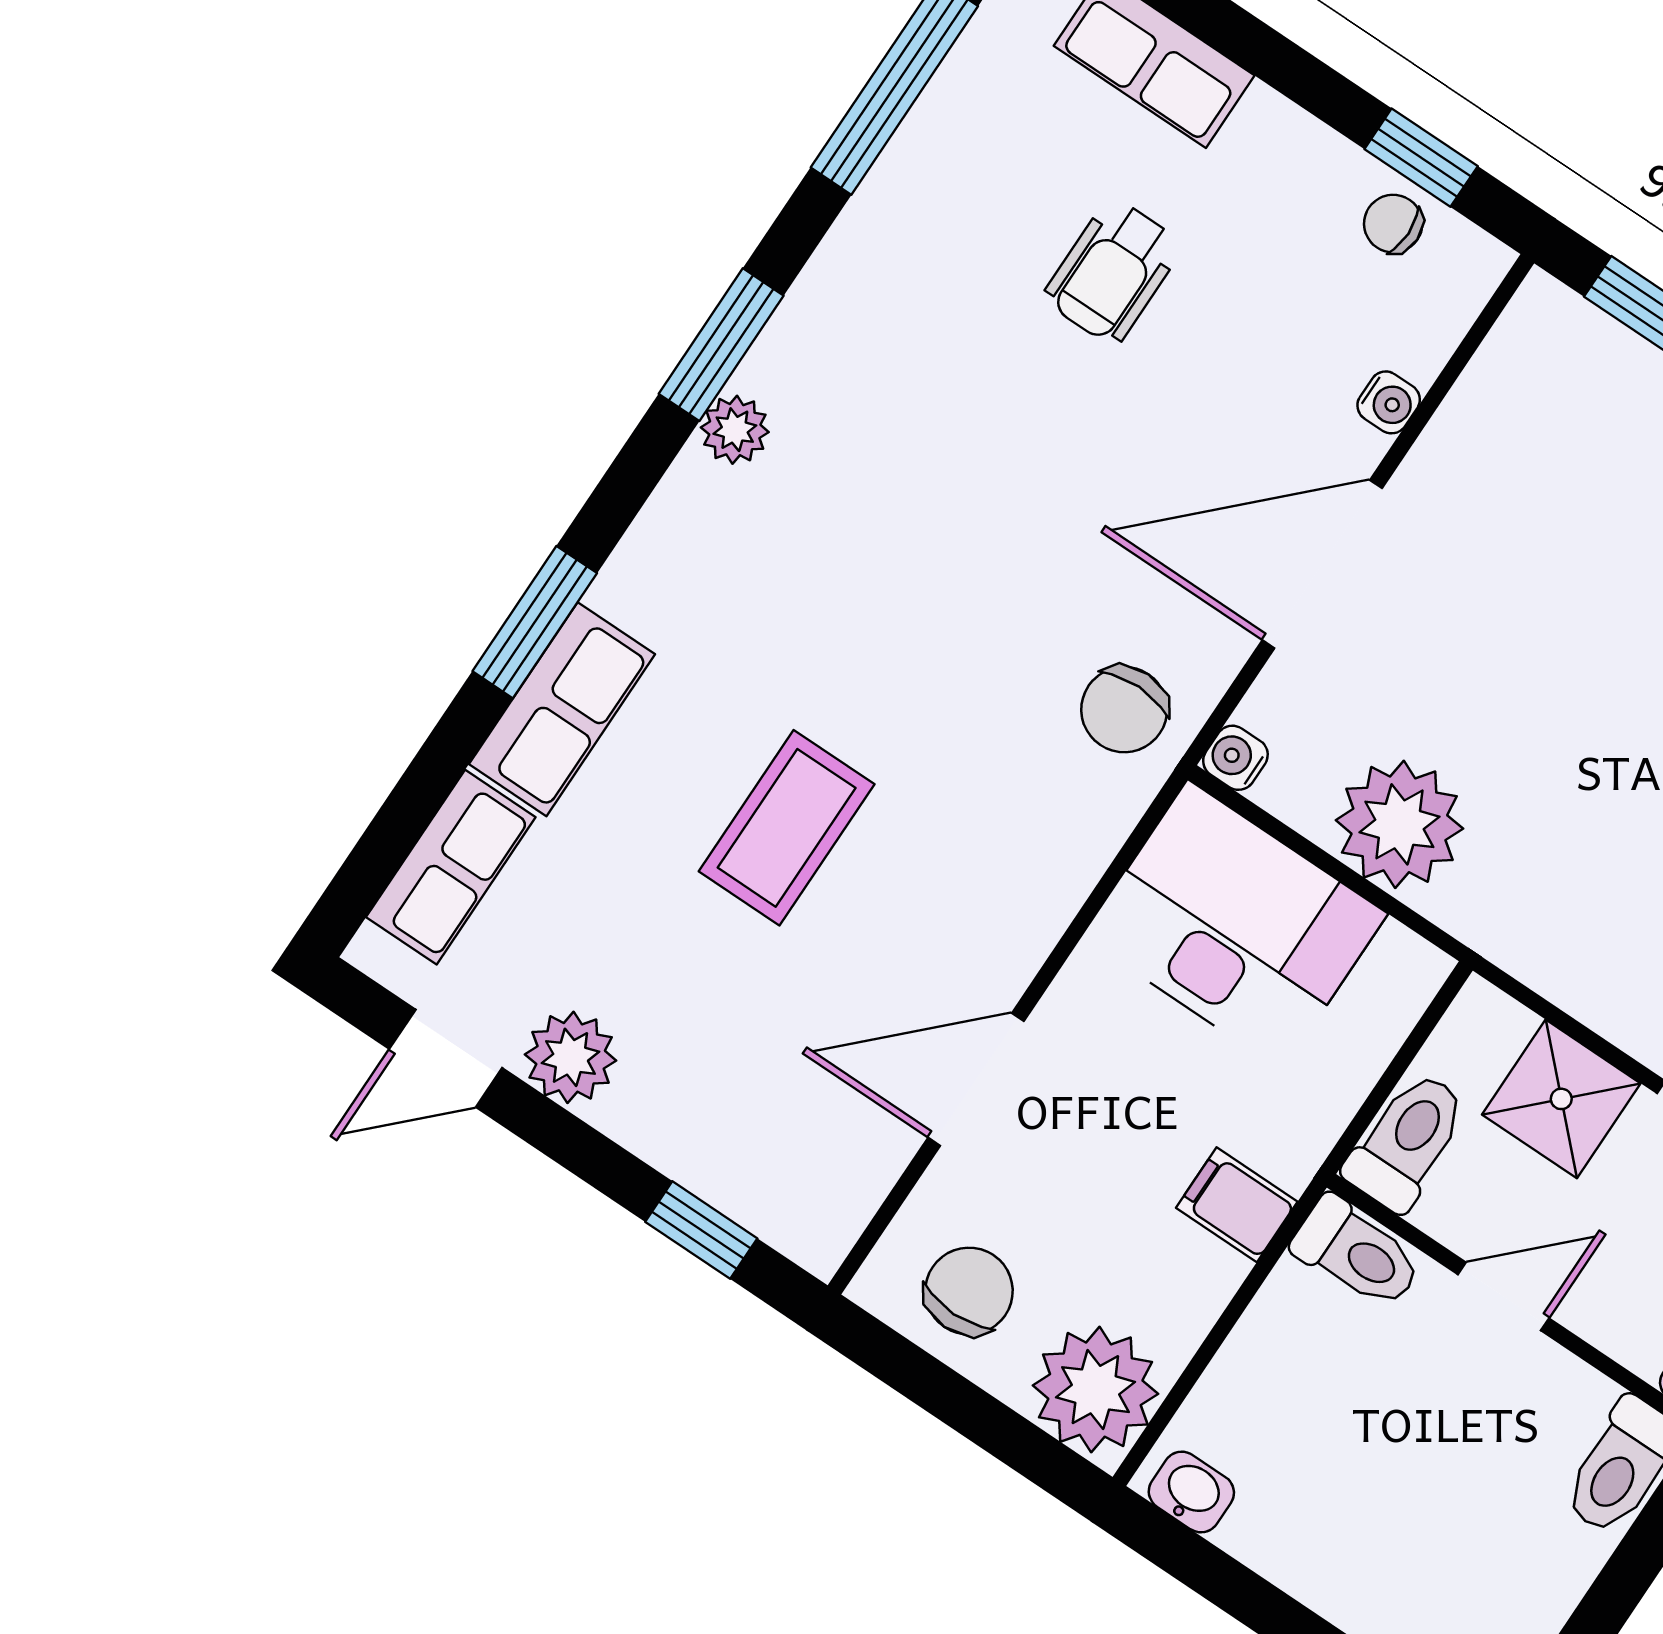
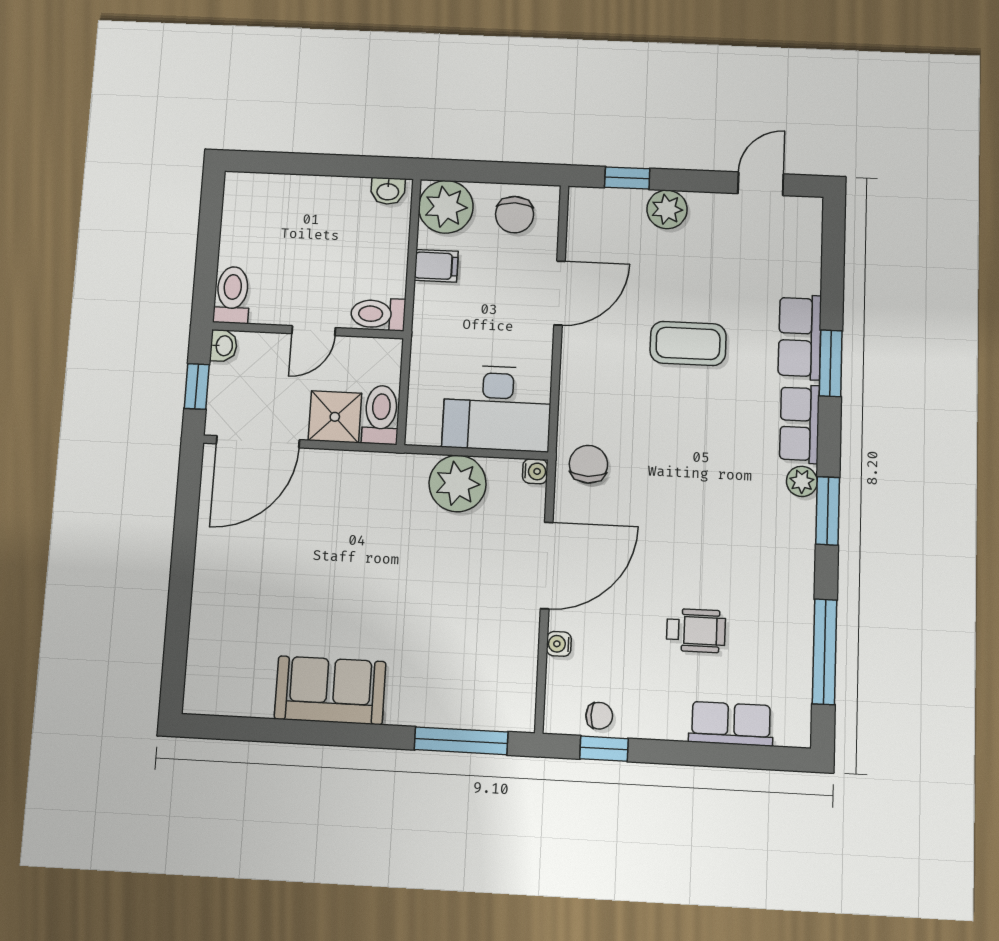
wheelchair: (1113, 272) -> (696, 630), turned 90
coffee table: (787, 828) -> (688, 343), turned 90
row of seats: (451, 867) -> (799, 424), moved
plant: (571, 1057) -> (667, 209), moved
toilet: (1407, 1141) -> (381, 415), moved, turned 180
filing cabinet: (1237, 1205) -> (436, 266), moved

